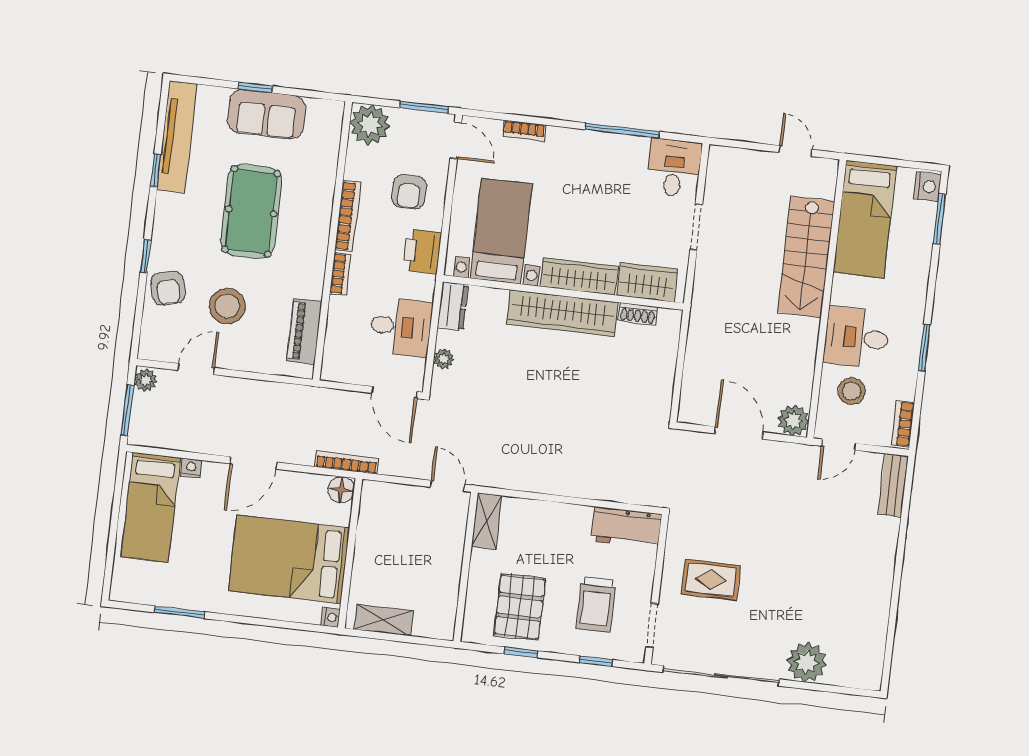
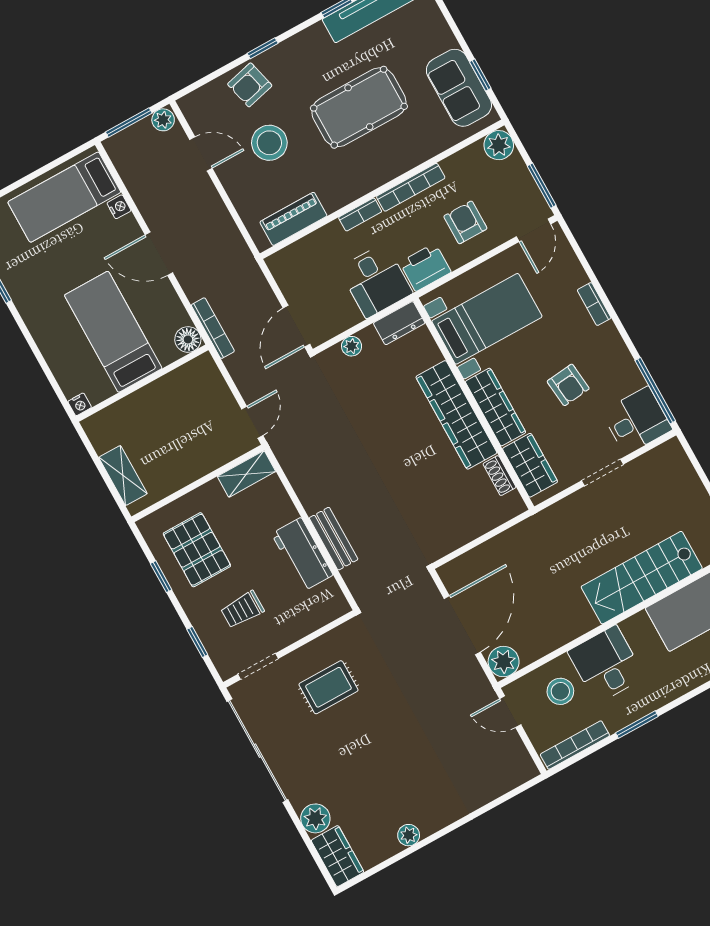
window: (255, 87) -> (480, 75), moved
sofa: (267, 114) -> (459, 88), moved
plant: (370, 125) -> (499, 145), width x0.73, depth x0.73
bookcase: (524, 131) -> (594, 304), moved
window: (622, 131) -> (655, 391), moved
armchair: (409, 192) -> (465, 222), turned 90
armchair: (604, 203) -> (568, 385), added
desk: (401, 327) -> (376, 281), moved
bookcase: (903, 424) -> (575, 745), width x1.56
door: (739, 433) -> (462, 625), width x1.36
bench: (893, 485) -> (334, 539), moved, turned 90
workbench: (626, 528) -> (302, 554), moved
bed: (289, 559) -> (113, 332), width x0.67
rug: (711, 580) -> (328, 687), turned 90
plant: (880, 601) -> (409, 835), added
trolley: (596, 605) -> (242, 610), width x0.73, depth x0.72
pallet: (520, 607) -> (197, 550), turned 90
shelving: (384, 620) -> (123, 475), moved
plant: (807, 662) -> (315, 818), width x0.73, depth x0.73
wardrobe: (855, 672) -> (337, 856), added

